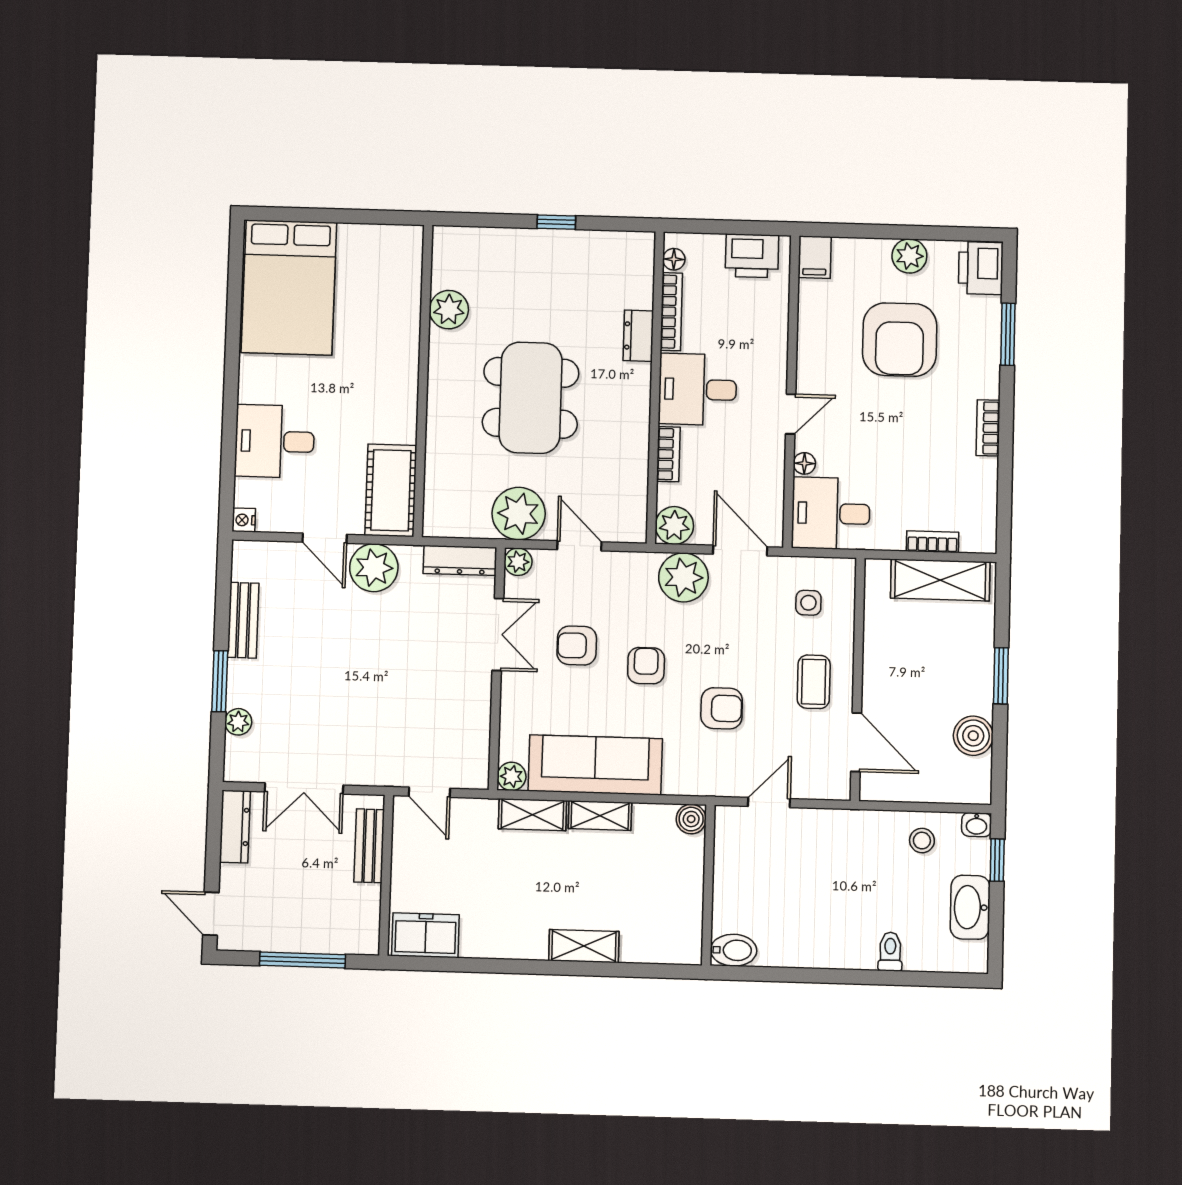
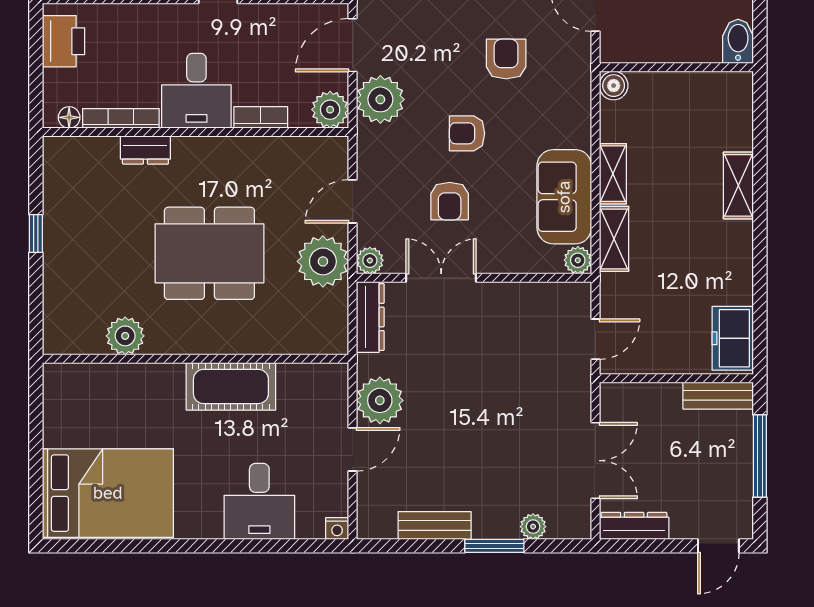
cot: (391, 490) -> (231, 386), moved
sofa: (595, 765) -> (564, 197), width x0.73
bench: (369, 846) -> (718, 396), moved

